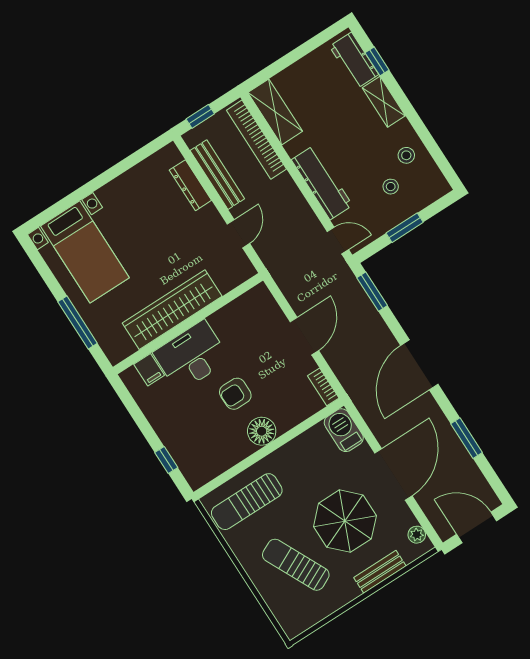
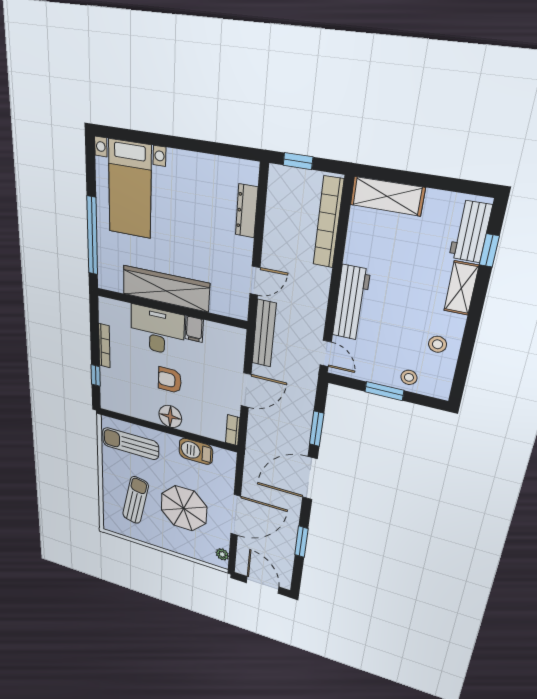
shelving: (275, 112) -> (387, 196), moved, turned 90
bench: (217, 175) -> (264, 333), moved
stool: (391, 187) -> (409, 377), moved
window: (372, 292) -> (317, 429), moved
window: (78, 322) -> (92, 236), width x1.46
filing cabinet: (149, 370) -> (194, 329), moved
bookcase: (155, 419) -> (104, 346), added
barbecue: (344, 430) -> (196, 451), moved, turned -90
sun lounger: (296, 565) -> (135, 500), turned 37
bench: (380, 572) -> (184, 549), removed

